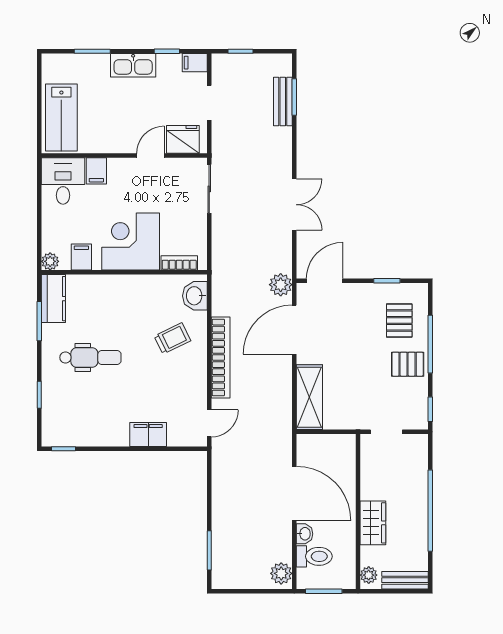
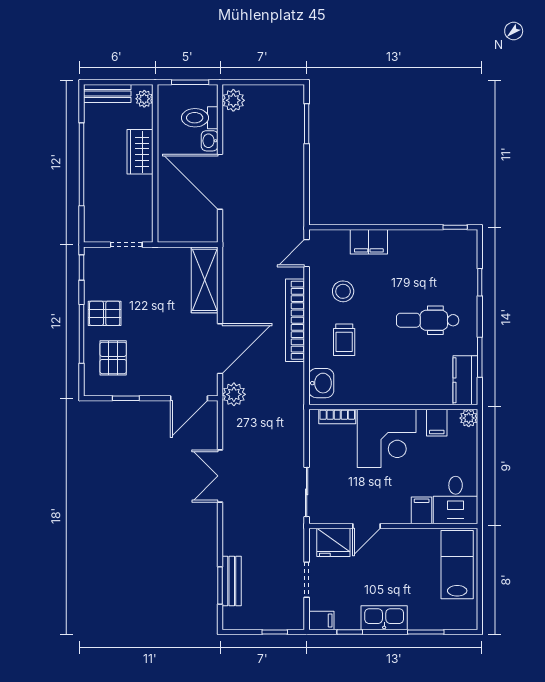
trolley: (172, 338) -> (344, 340), turned -64
stool: (173, 386) -> (343, 291), added

